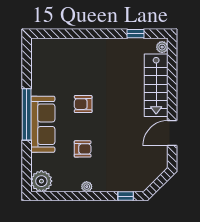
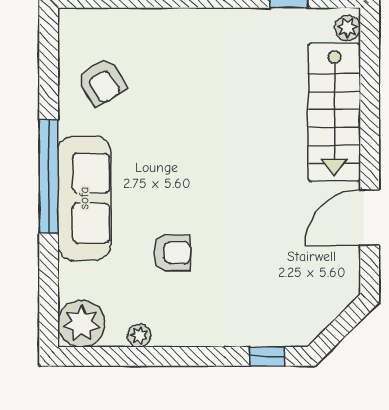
armchair: (83, 104) -> (102, 82), moved, turned -122
plant: (87, 187) -> (139, 336), moved

